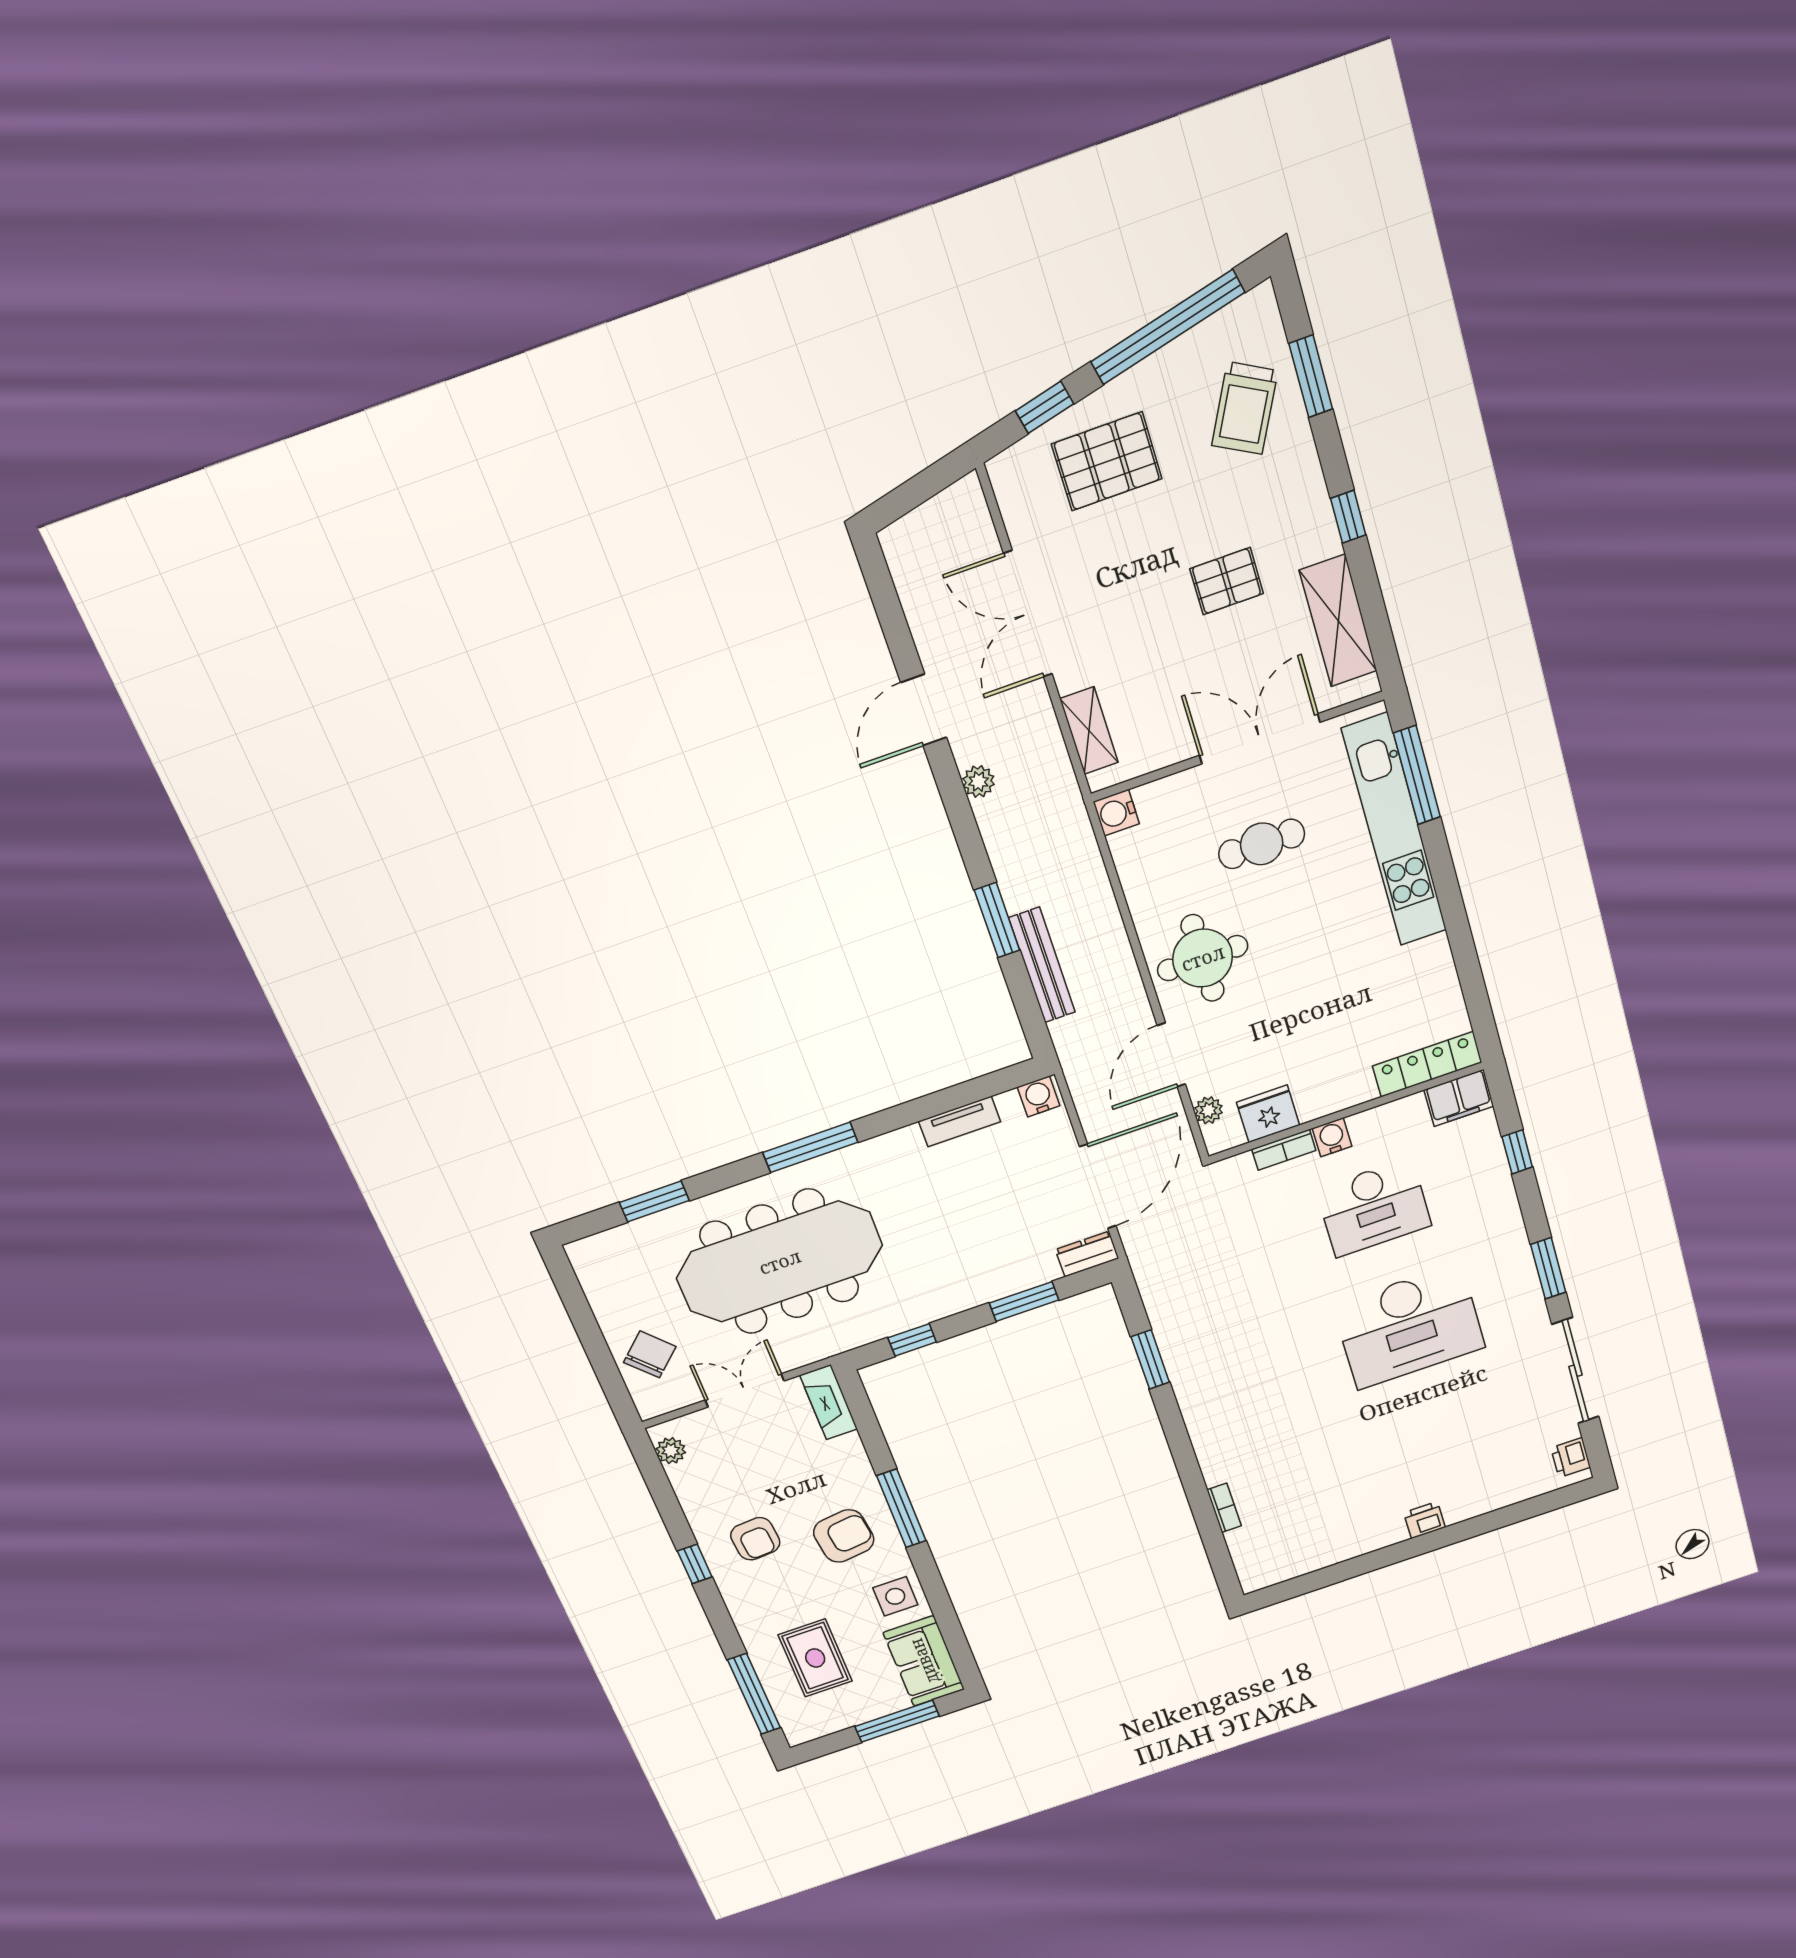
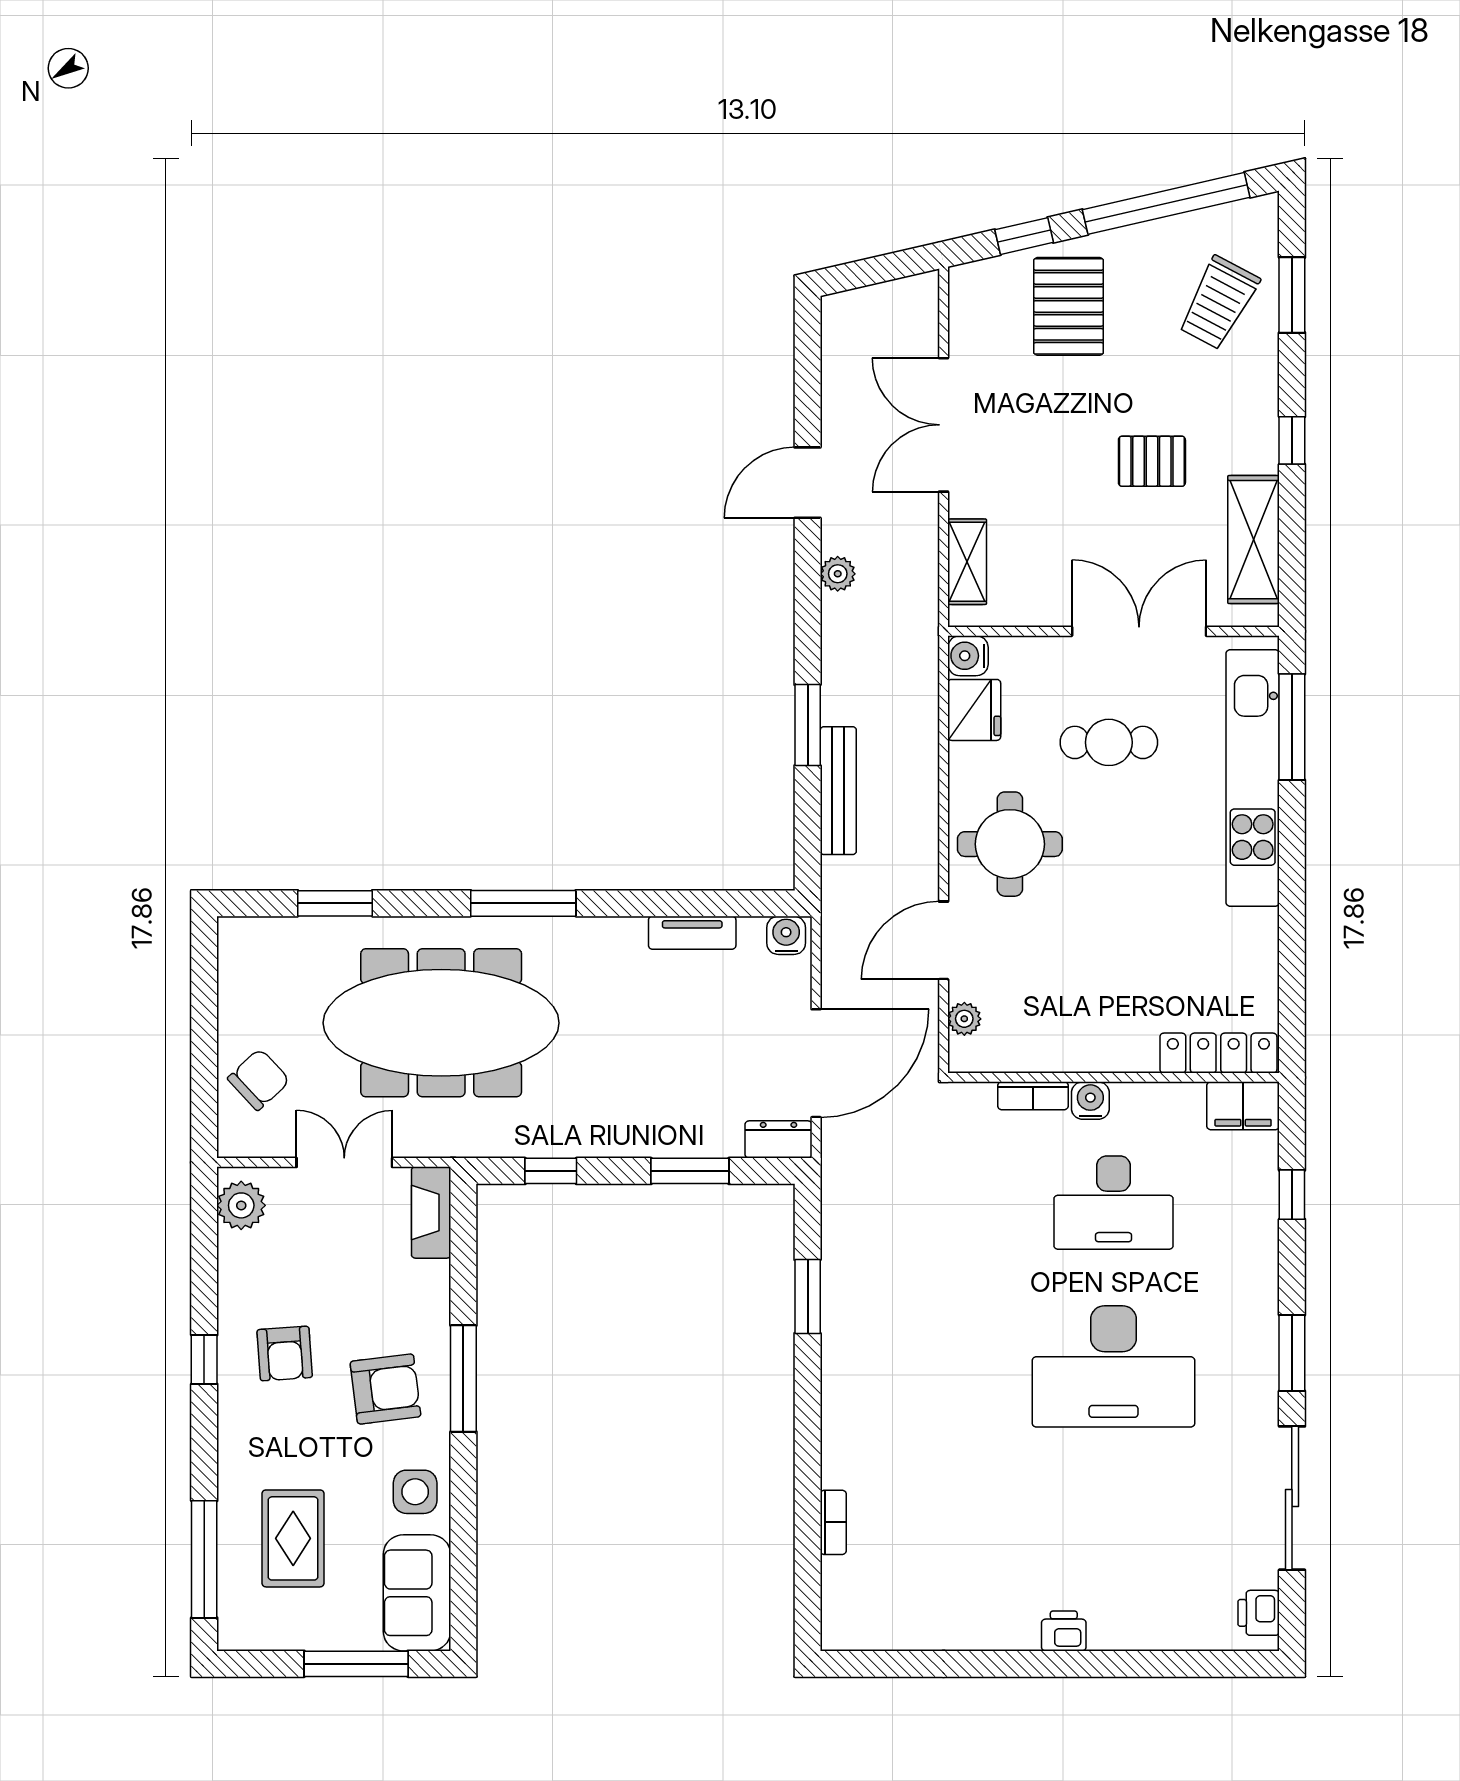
pallet: (1107, 461) -> (1069, 306), turned 90
fridge: (1268, 1114) -> (974, 710), moved, turned 90
plant: (671, 1451) -> (241, 1205), width x1.38, depth x1.38

